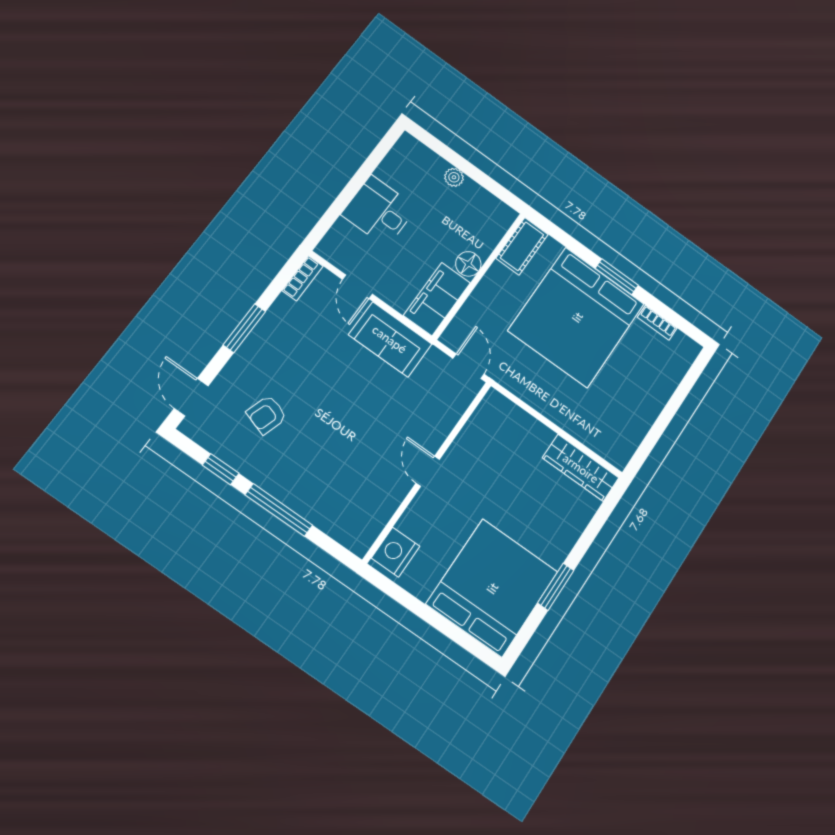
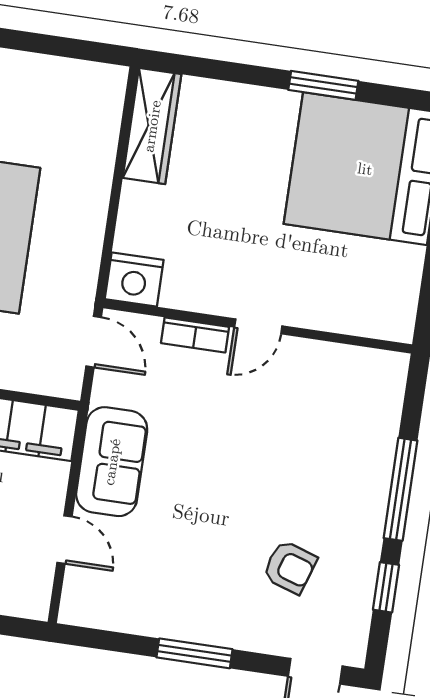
bookcase: (303, 278) -> (195, 335), moved, turned 180
door: (357, 287) -> (64, 540), hinge flipped
door: (469, 366) -> (94, 342), swing flipped
nightstand: (396, 552) -> (134, 280), moved

